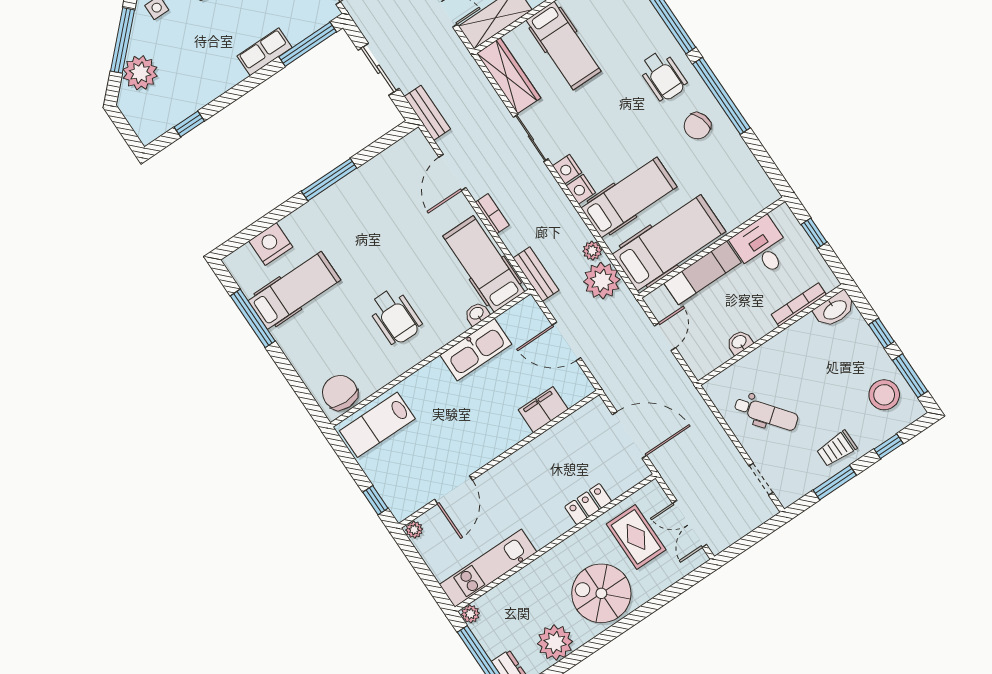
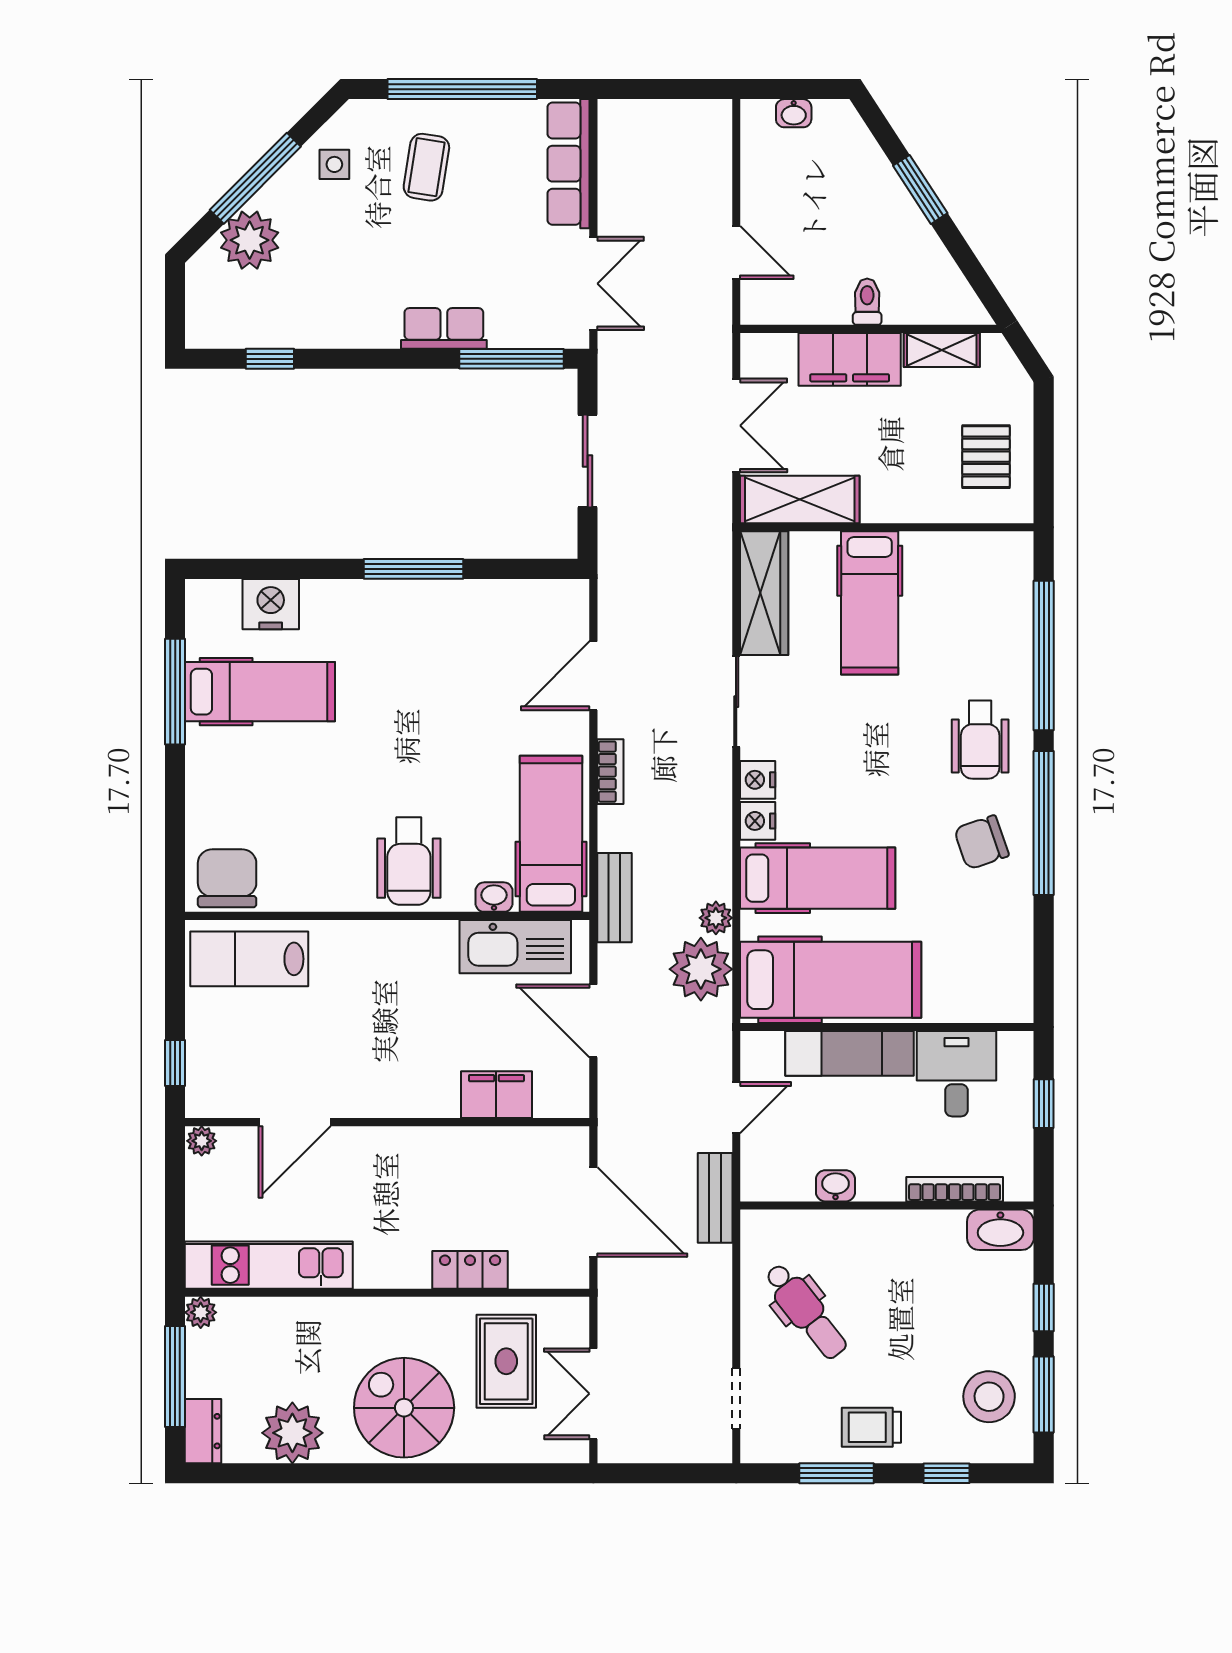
bench: (427, 113) -> (715, 1198), moved
wheelchair: (395, 316) -> (409, 861), moved
kitchen sink: (476, 350) -> (515, 947), moved

